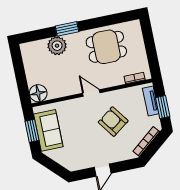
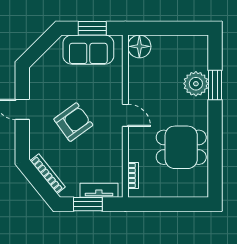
window: (67, 29) -> (215, 85), moved
dining table: (106, 47) -> (181, 147), turned 90
door: (91, 93) -> (125, 115), hinge flipped
armchair: (113, 122) -> (73, 122), moved

